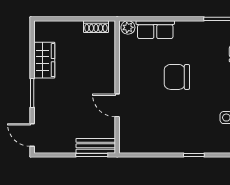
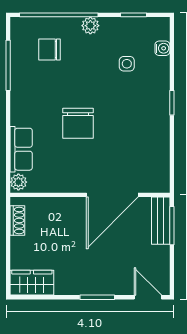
wardrobe: (44, 60) -> (32, 283), moved
door: (117, 105) -> (112, 195), width x1.87
door: (32, 135) -> (148, 297), swing flipped

